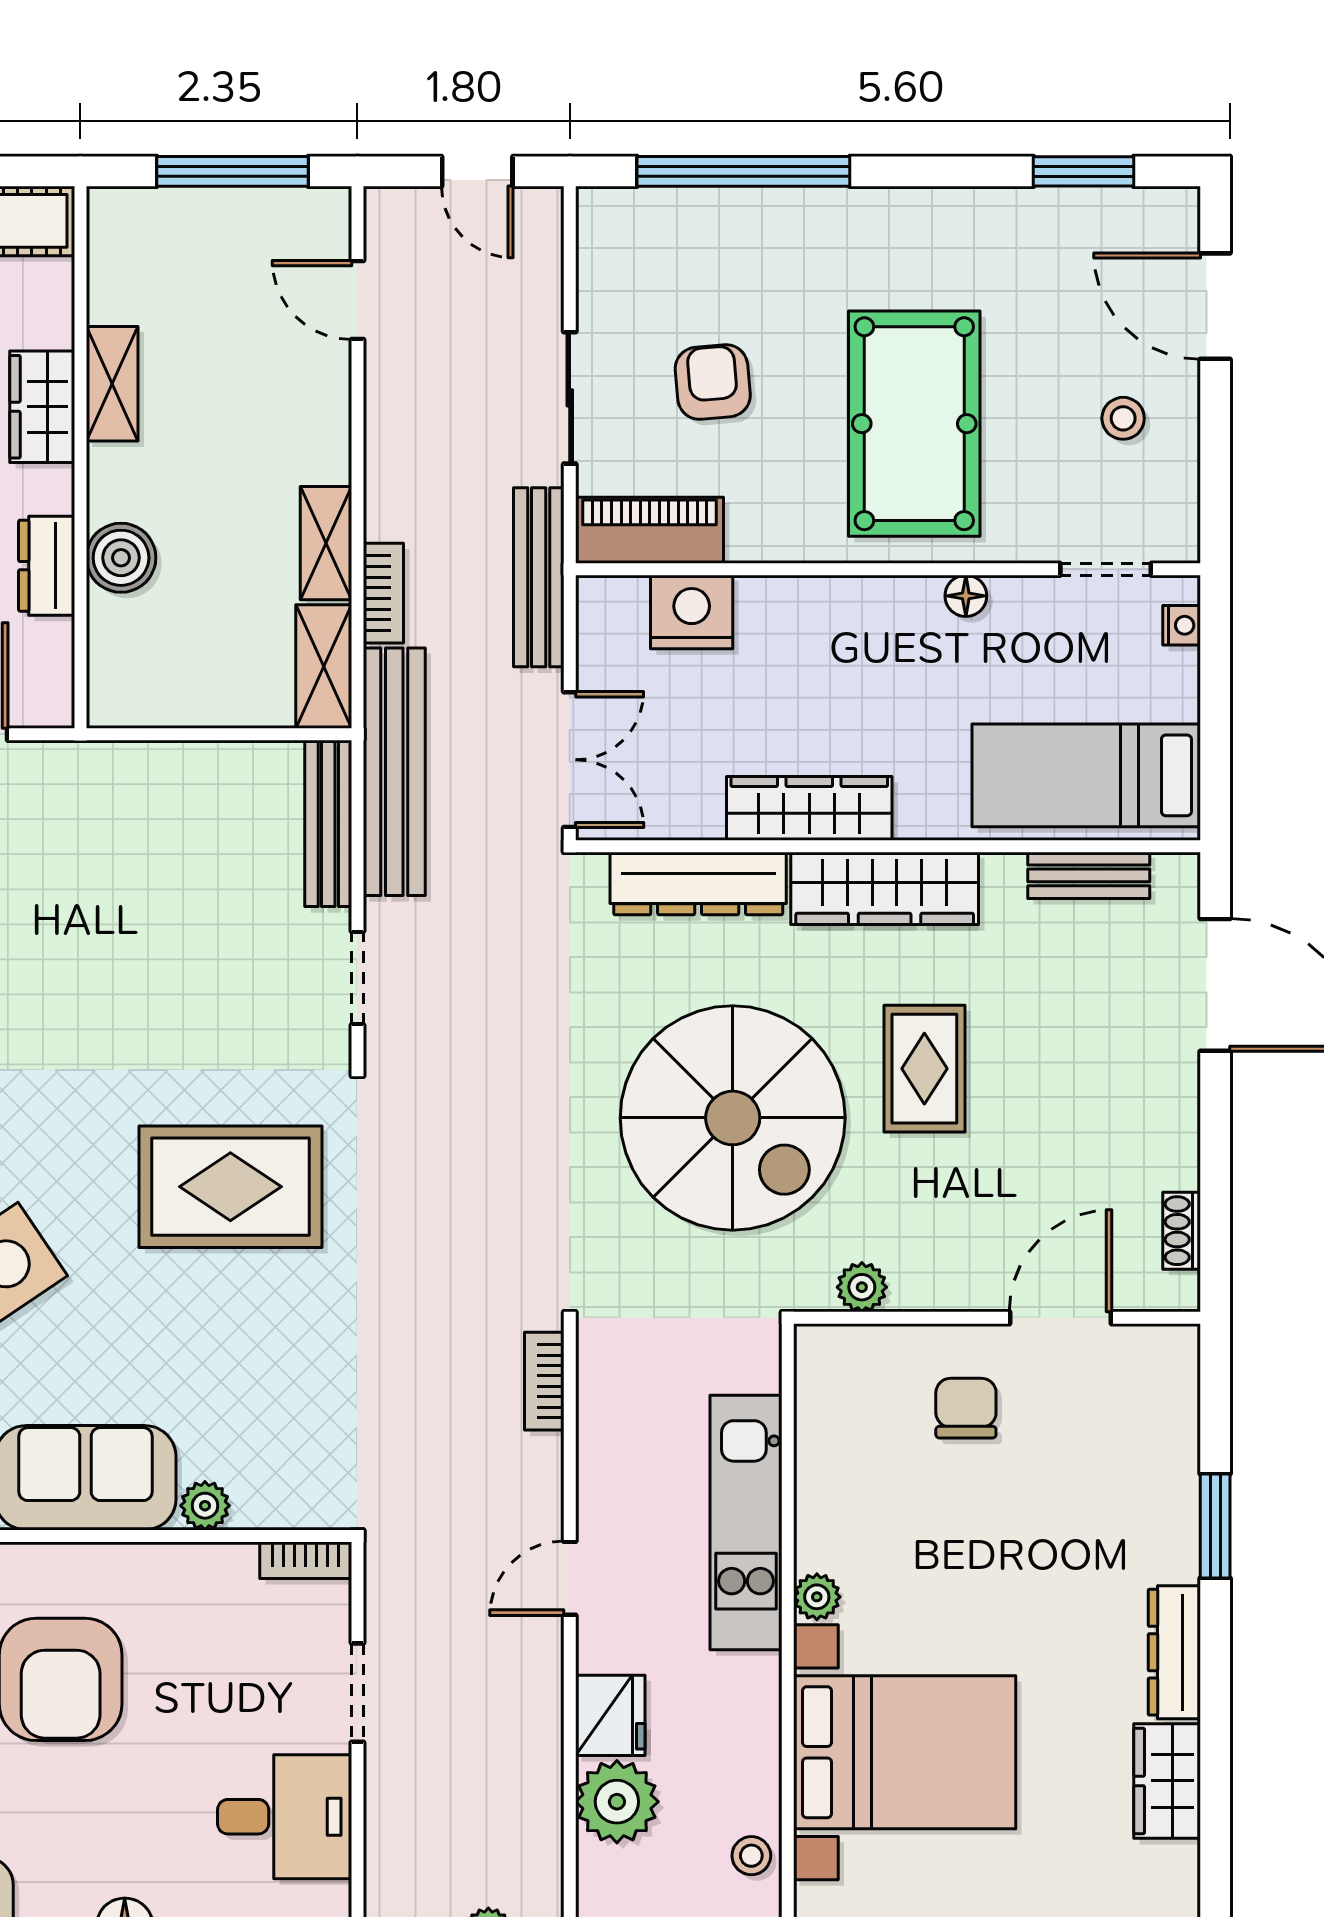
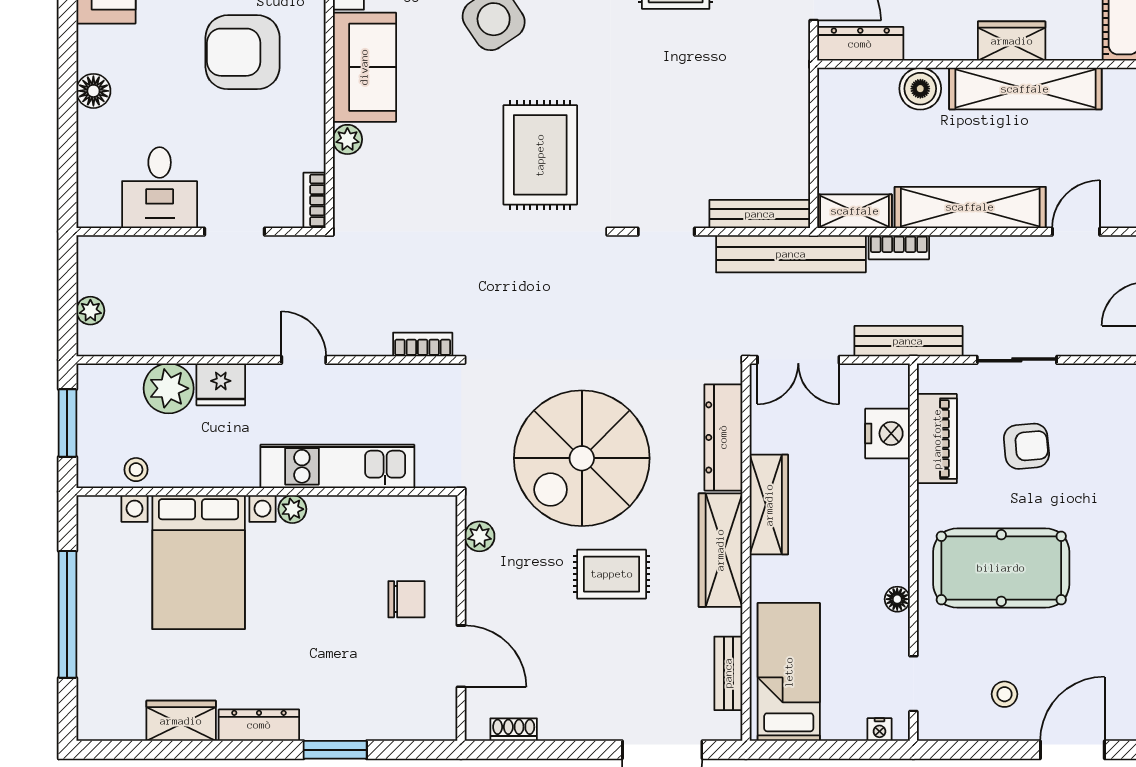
shelving: (112, 384) -> (1025, 89), width x2.20, depth x1.33
piano: (650, 530) -> (937, 439), moved
shelving: (326, 543) -> (970, 207), width x2.20, depth x1.33
dresser: (47, 566) -> (860, 44), moved, width x1.44

